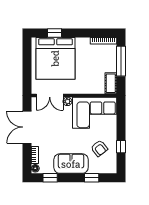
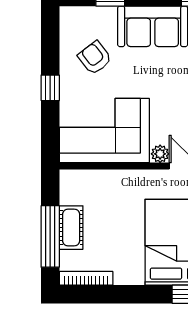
cot: (111, 83) -> (71, 228), moved
window: (121, 147) -> (50, 88), moved

